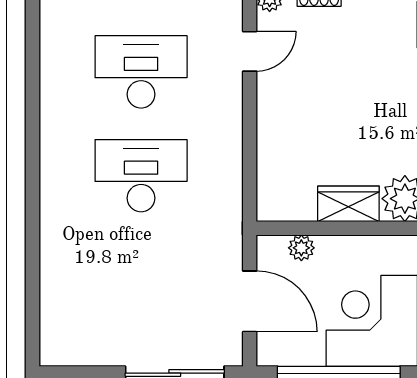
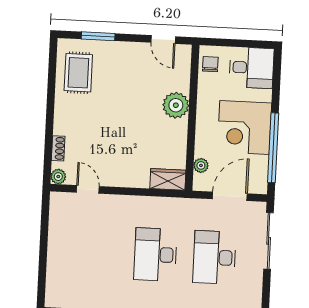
desk: (141, 72) -> (214, 257), moved
wardrobe: (348, 204) -> (168, 179), moved, turned 90

